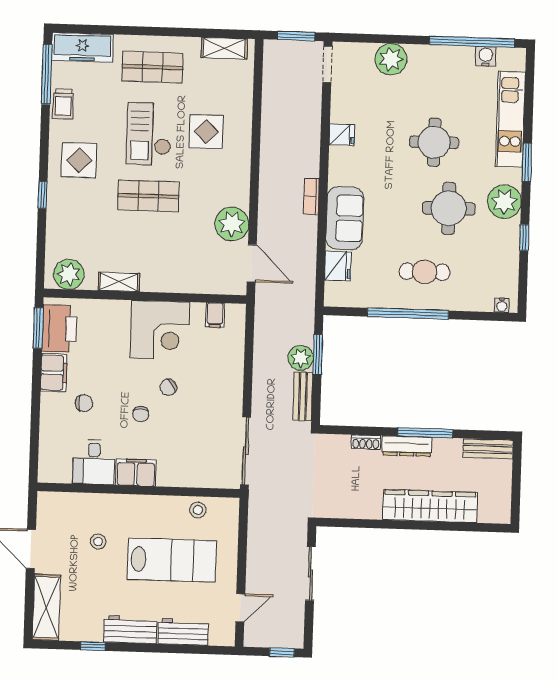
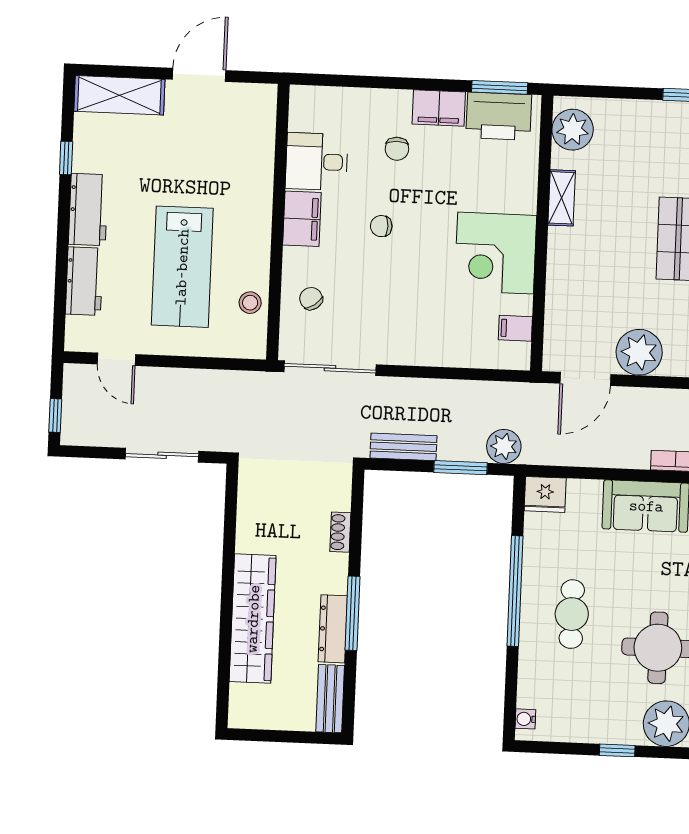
fridge: (338, 266) -> (545, 494), moved
plant: (301, 358) -> (504, 446), moved
chair: (168, 387) -> (311, 299), moved
dresser: (407, 446) -> (333, 629), moved
stool: (98, 541) -> (208, 166), removed

